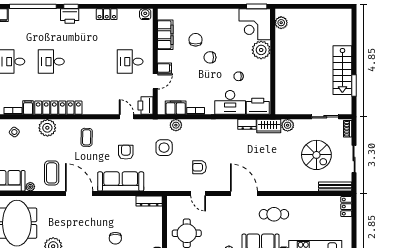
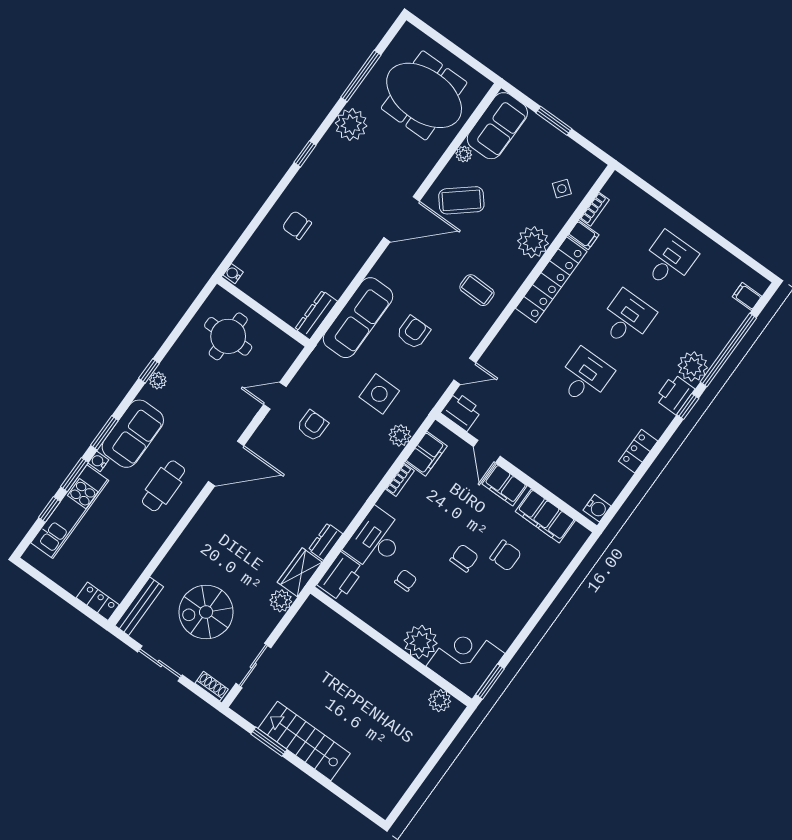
plant: (52, 17) -> (693, 366), added
desk: (130, 62) -> (585, 377), moved
filing cabinet: (164, 68) -> (505, 485), width x2.00
armchair: (126, 152) -> (413, 332), turned -90
coffee table: (52, 173) -> (461, 200), turned -40
sofa: (121, 181) -> (358, 318), moved

